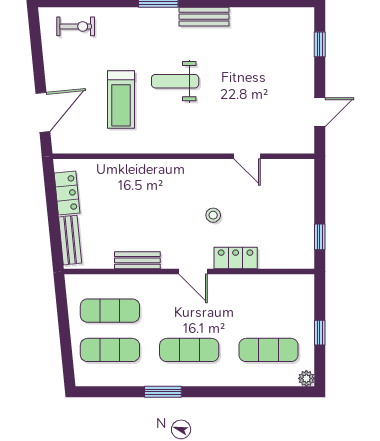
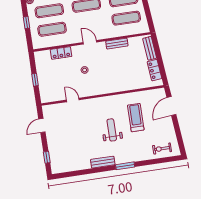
weight bench: (175, 81) -> (112, 130), turned -90
window: (320, 237) -> (35, 80), moved
locker: (236, 258) -> (61, 53), moved
exercise mat: (268, 311) -> (52, 29), added

